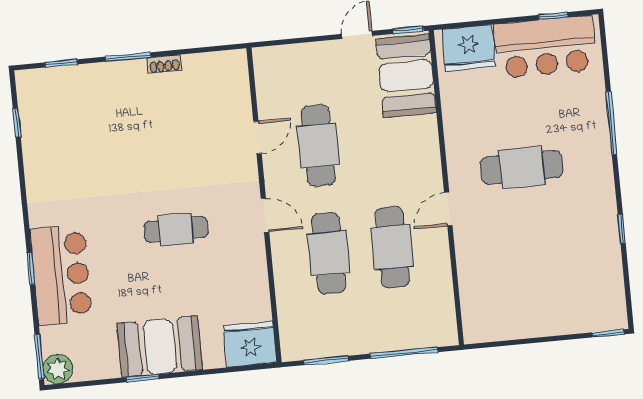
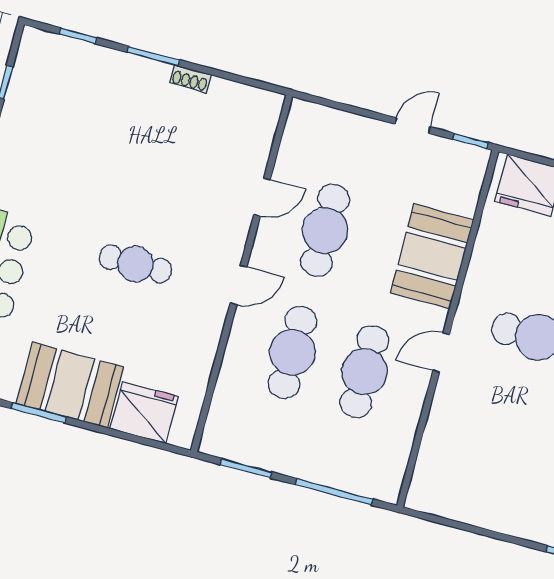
booth: (406, 76) -> (432, 256), moved
door: (265, 215) -> (239, 285), hinge flipped
fridge: (250, 344) -> (144, 413), moved
window: (143, 378) -> (39, 413), width x1.50

